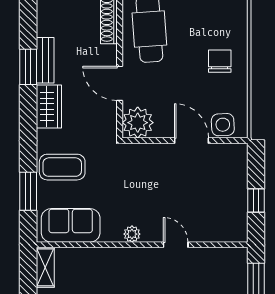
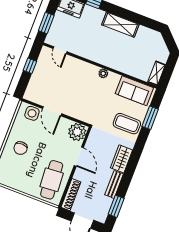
window: (28, 67) -> (116, 206), moved
door: (176, 245) -> (60, 50), moved

